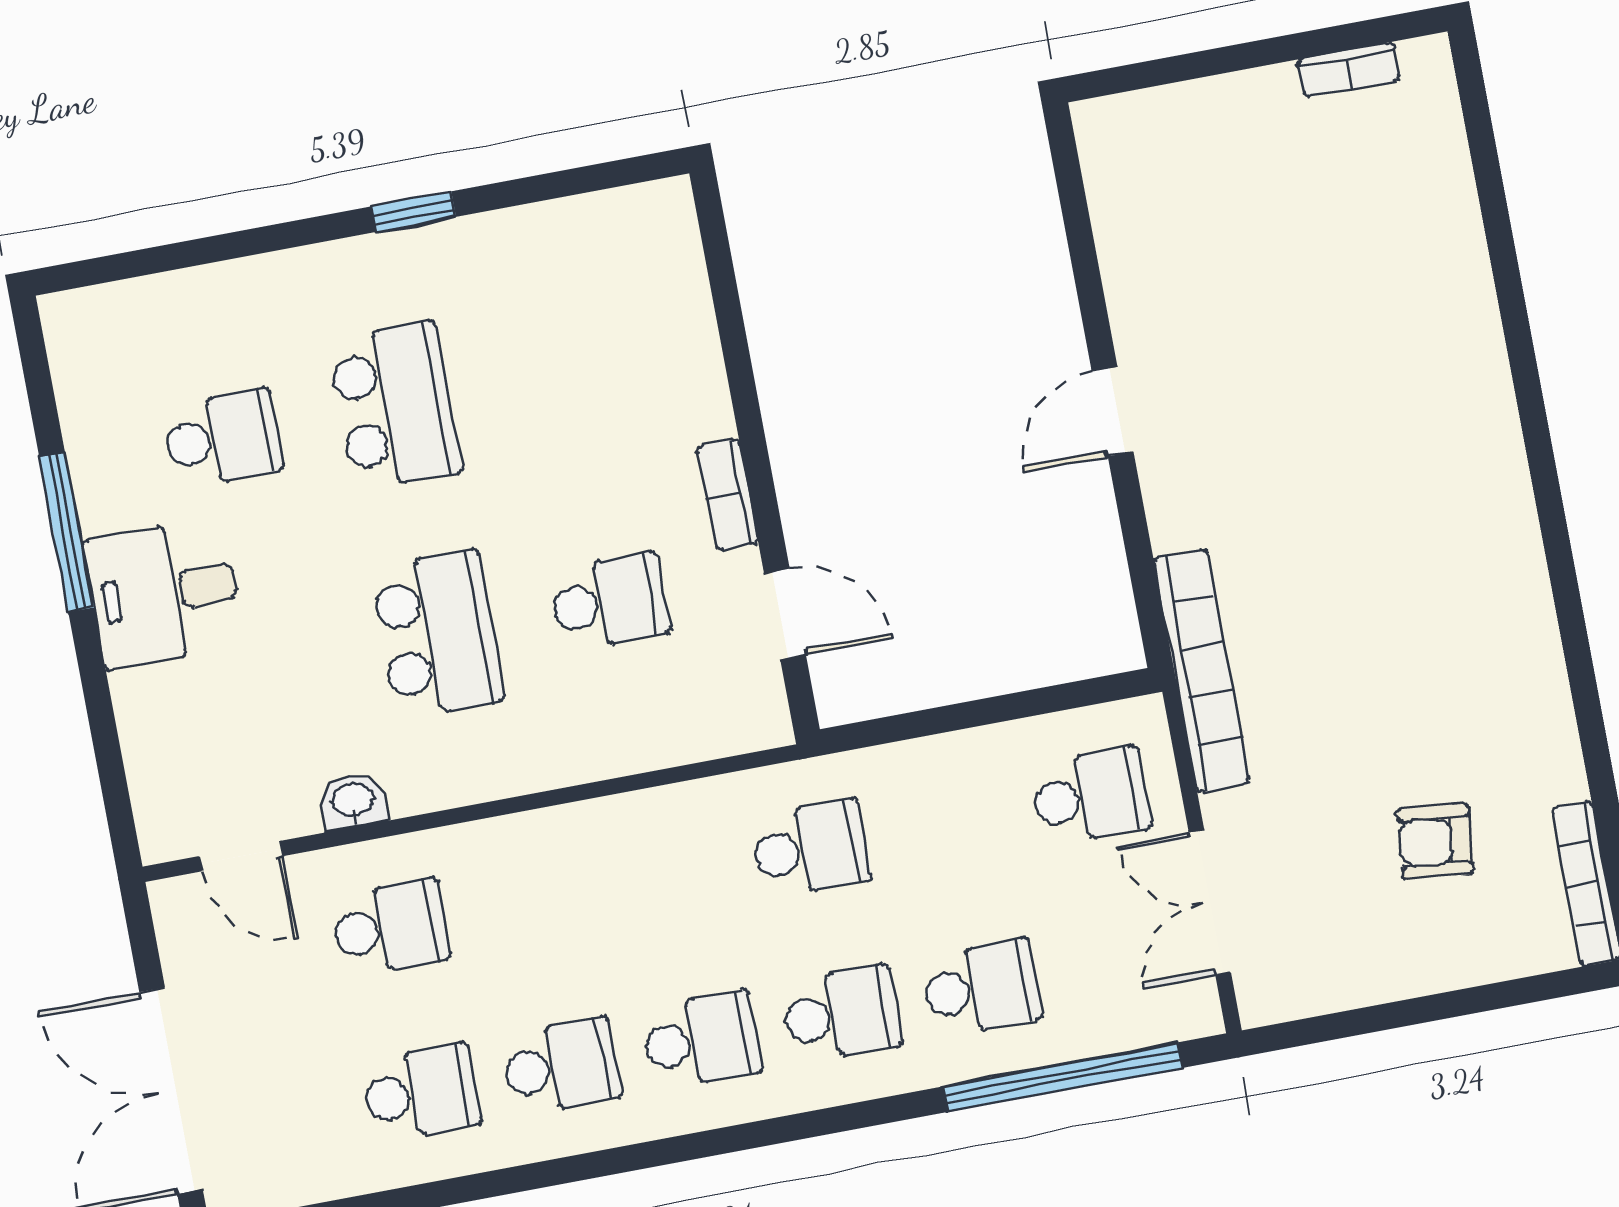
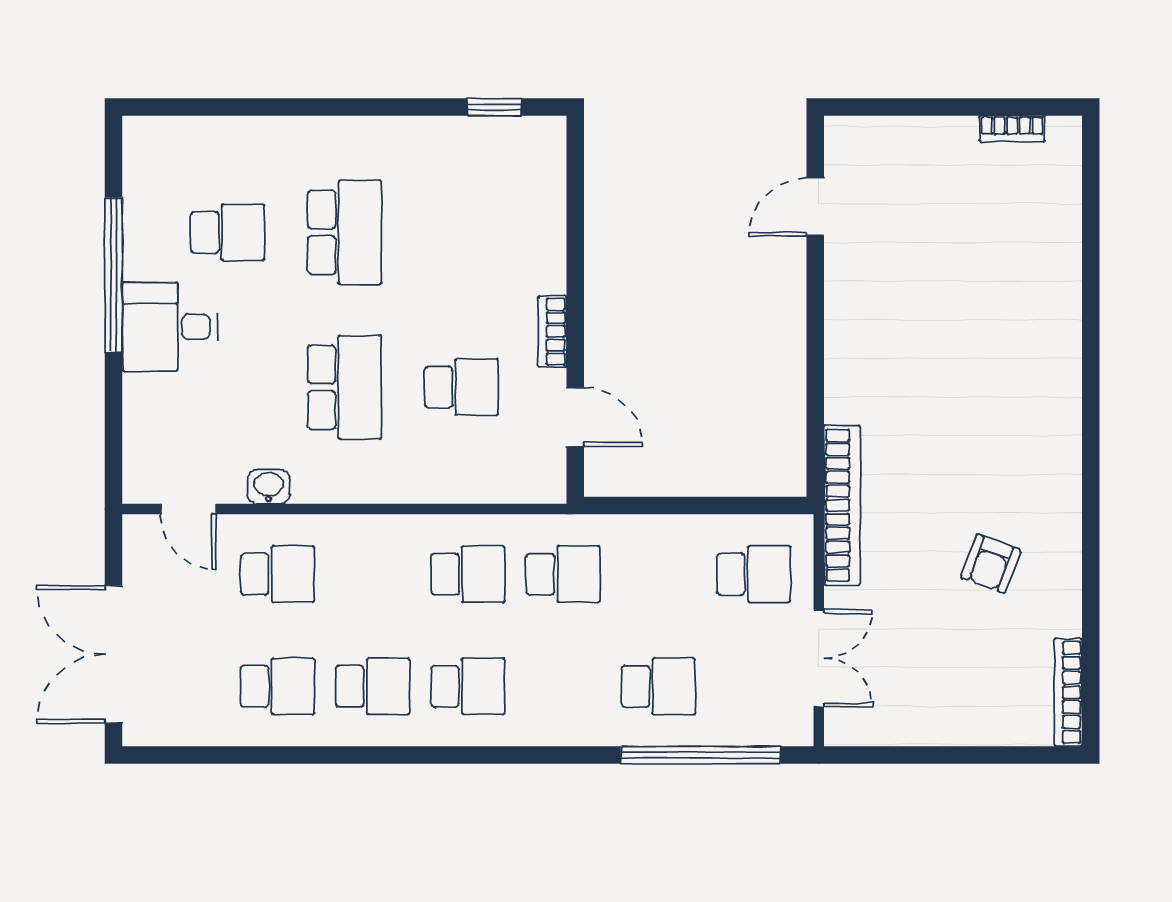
window: (414, 212) -> (494, 107), moved
door: (1113, 412) -> (815, 207), moved
window: (67, 532) -> (114, 275), width x1.46
armchair: (1435, 842) -> (991, 564), moved, turned -76
double door: (1210, 902) -> (819, 658), swing flipped
school desk: (841, 1014) -> (468, 574), moved

